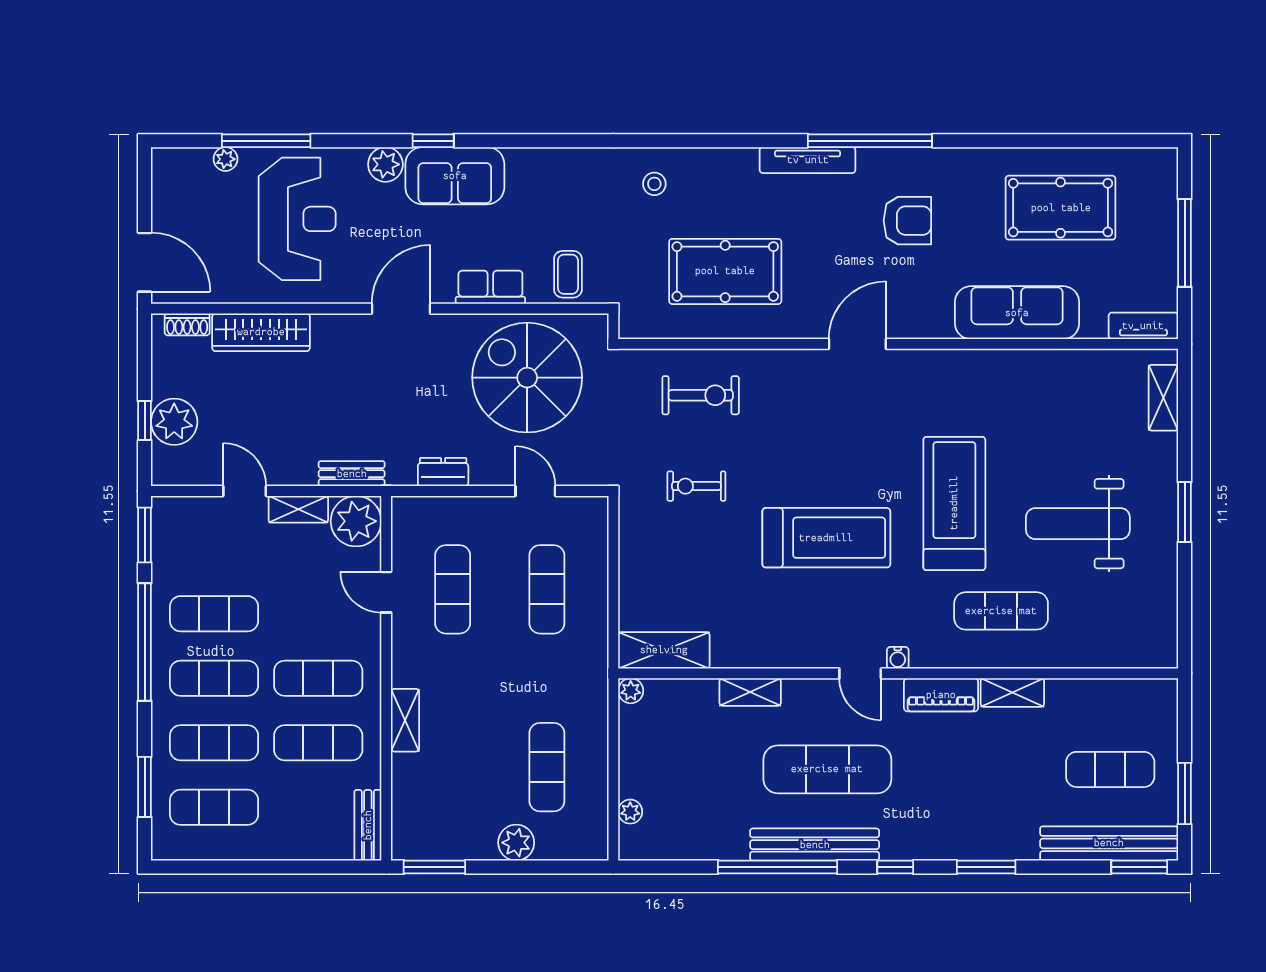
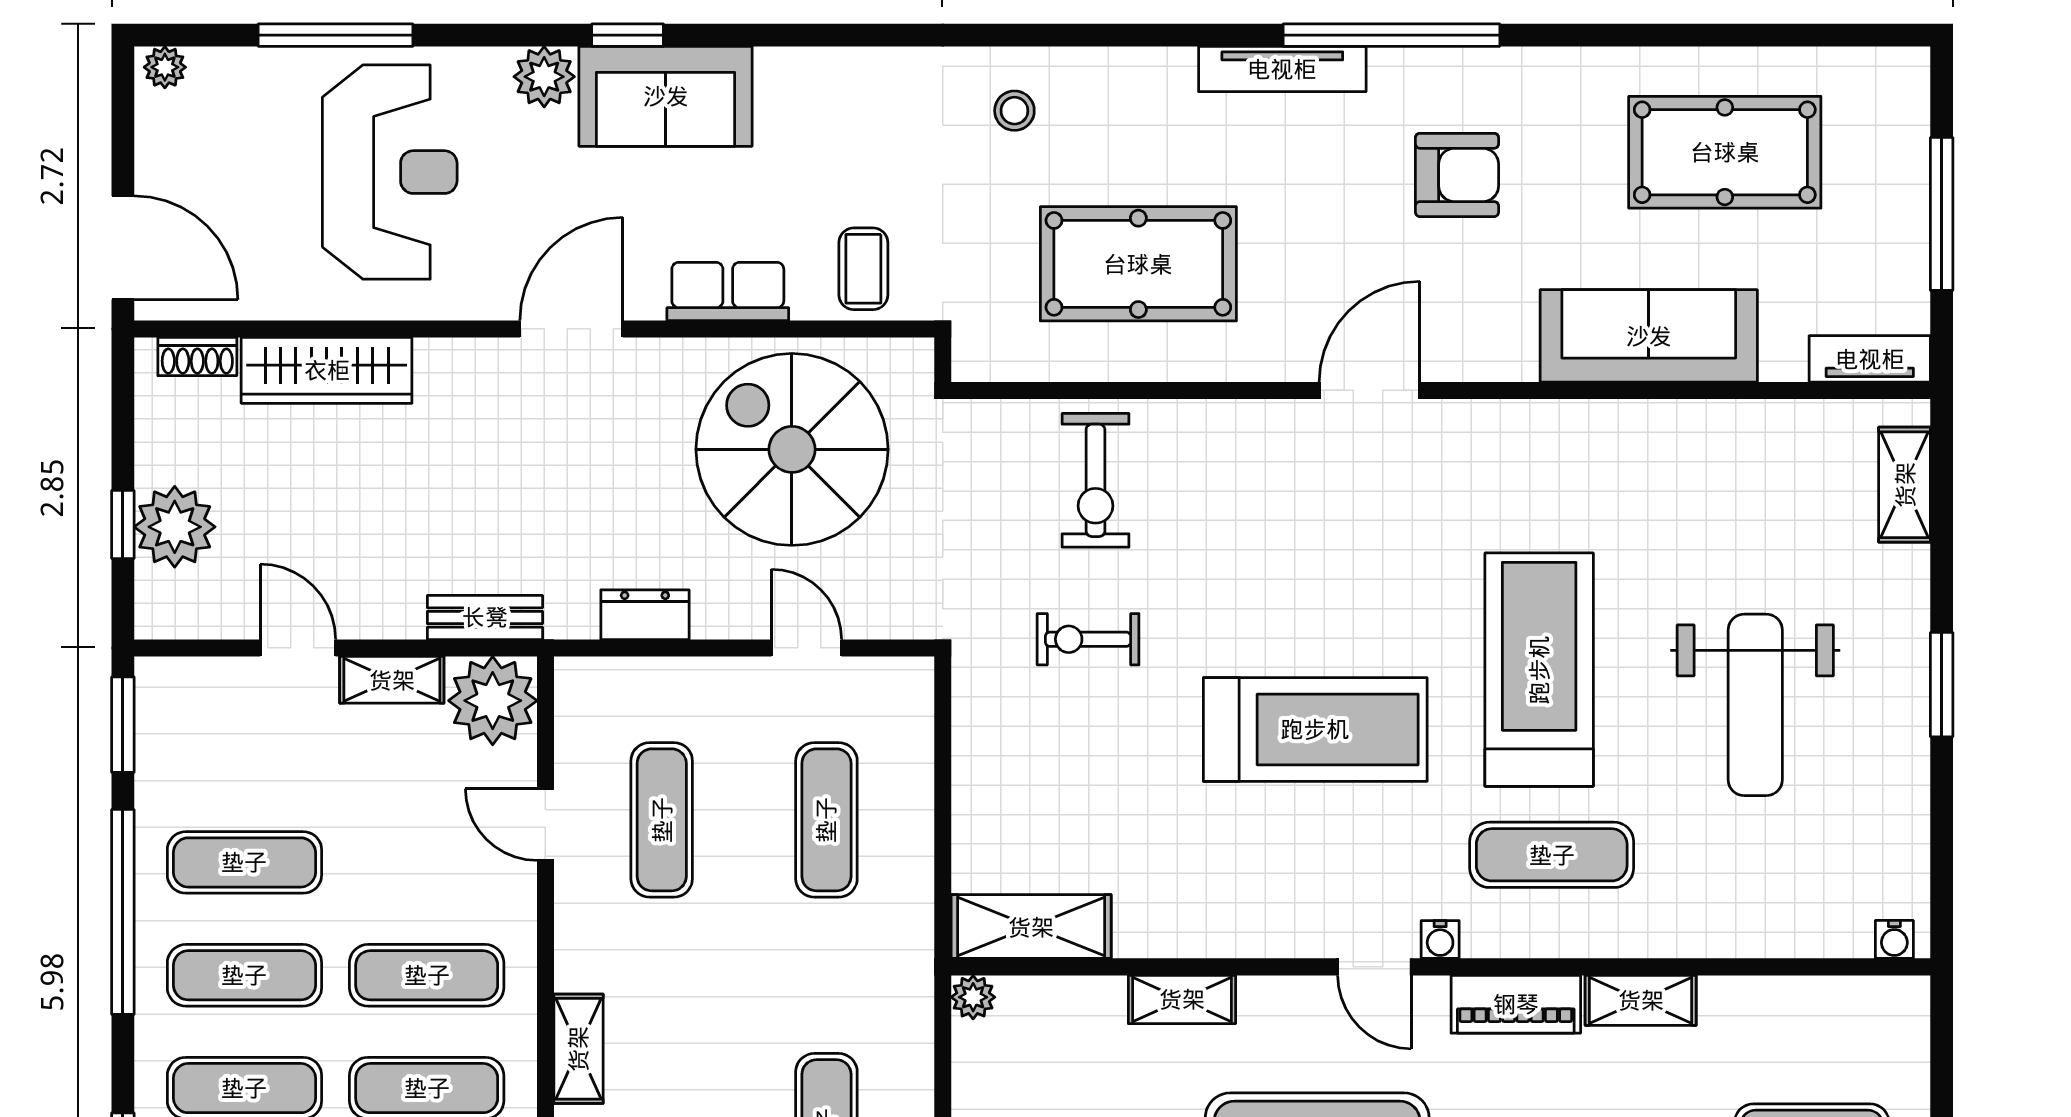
plant: (225, 159) -> (165, 67), moved
exercise bike: (701, 395) -> (1095, 480), turned 90
weight bench: (1078, 524) -> (1755, 705), turned -90
exercise mat: (1001, 611) -> (1552, 855), moved
water cooler: (1157, 658) -> (1894, 939), added

